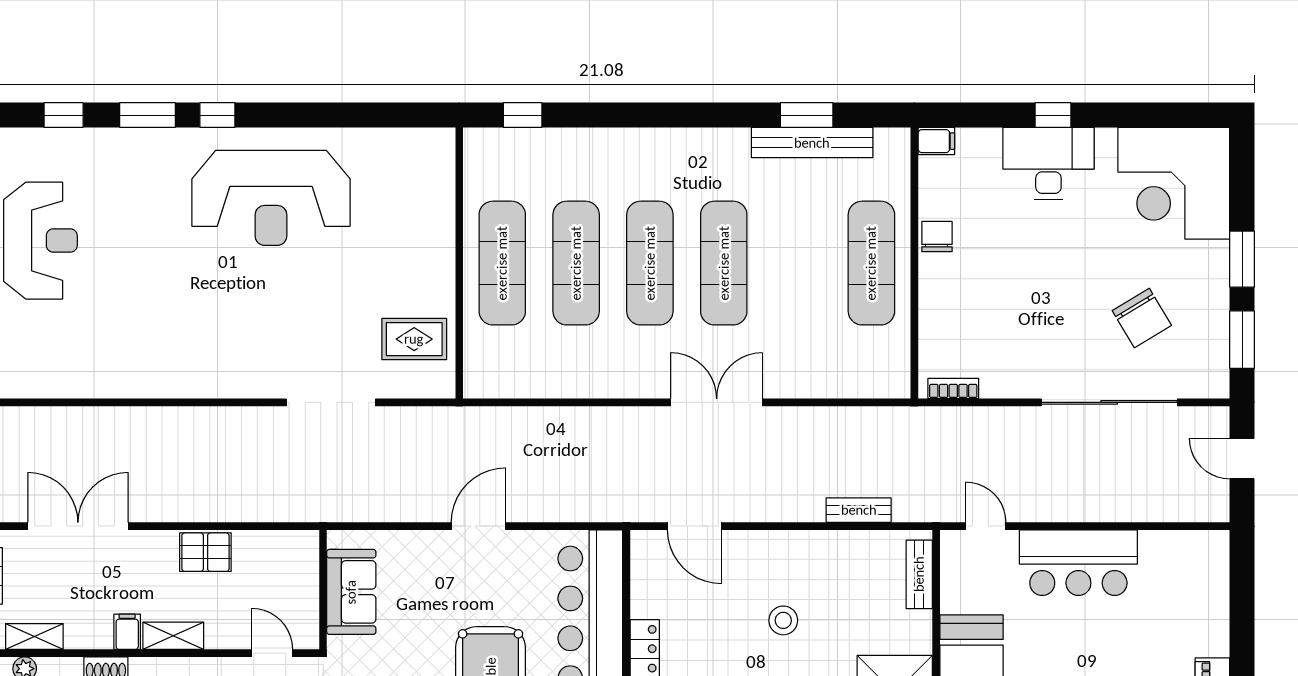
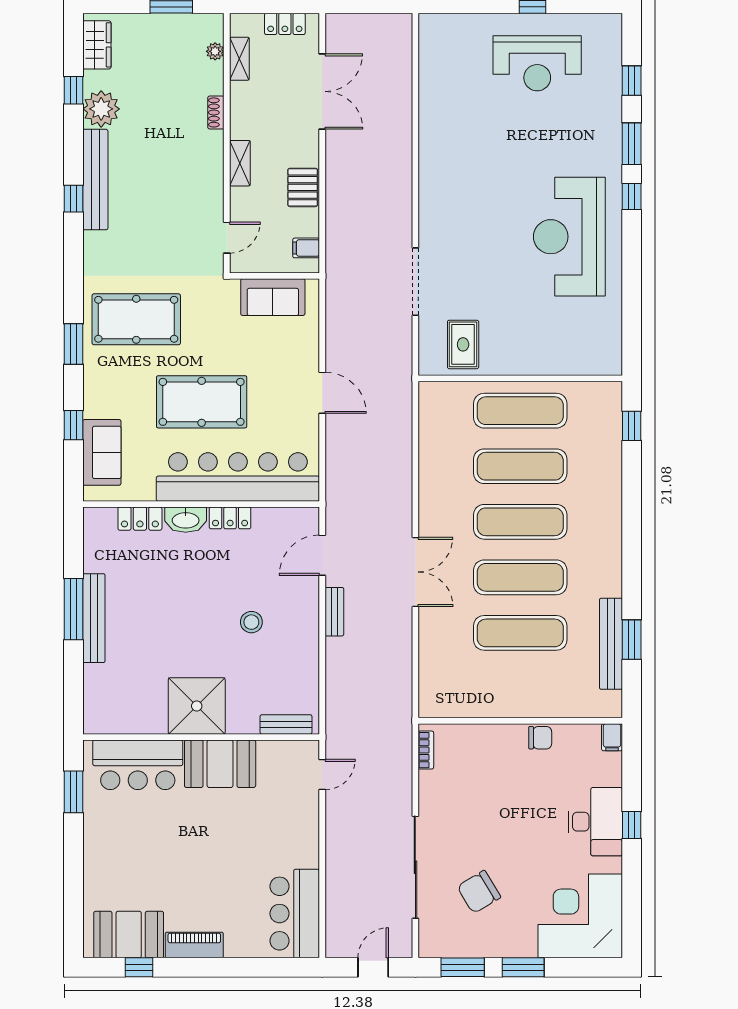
exercise mat: (871, 263) -> (520, 633), moved
bench: (859, 510) -> (334, 612), moved
bar counter: (1078, 563) -> (295, 914), moved
filing cabinet: (127, 632) -> (306, 248), moved, turned 180

